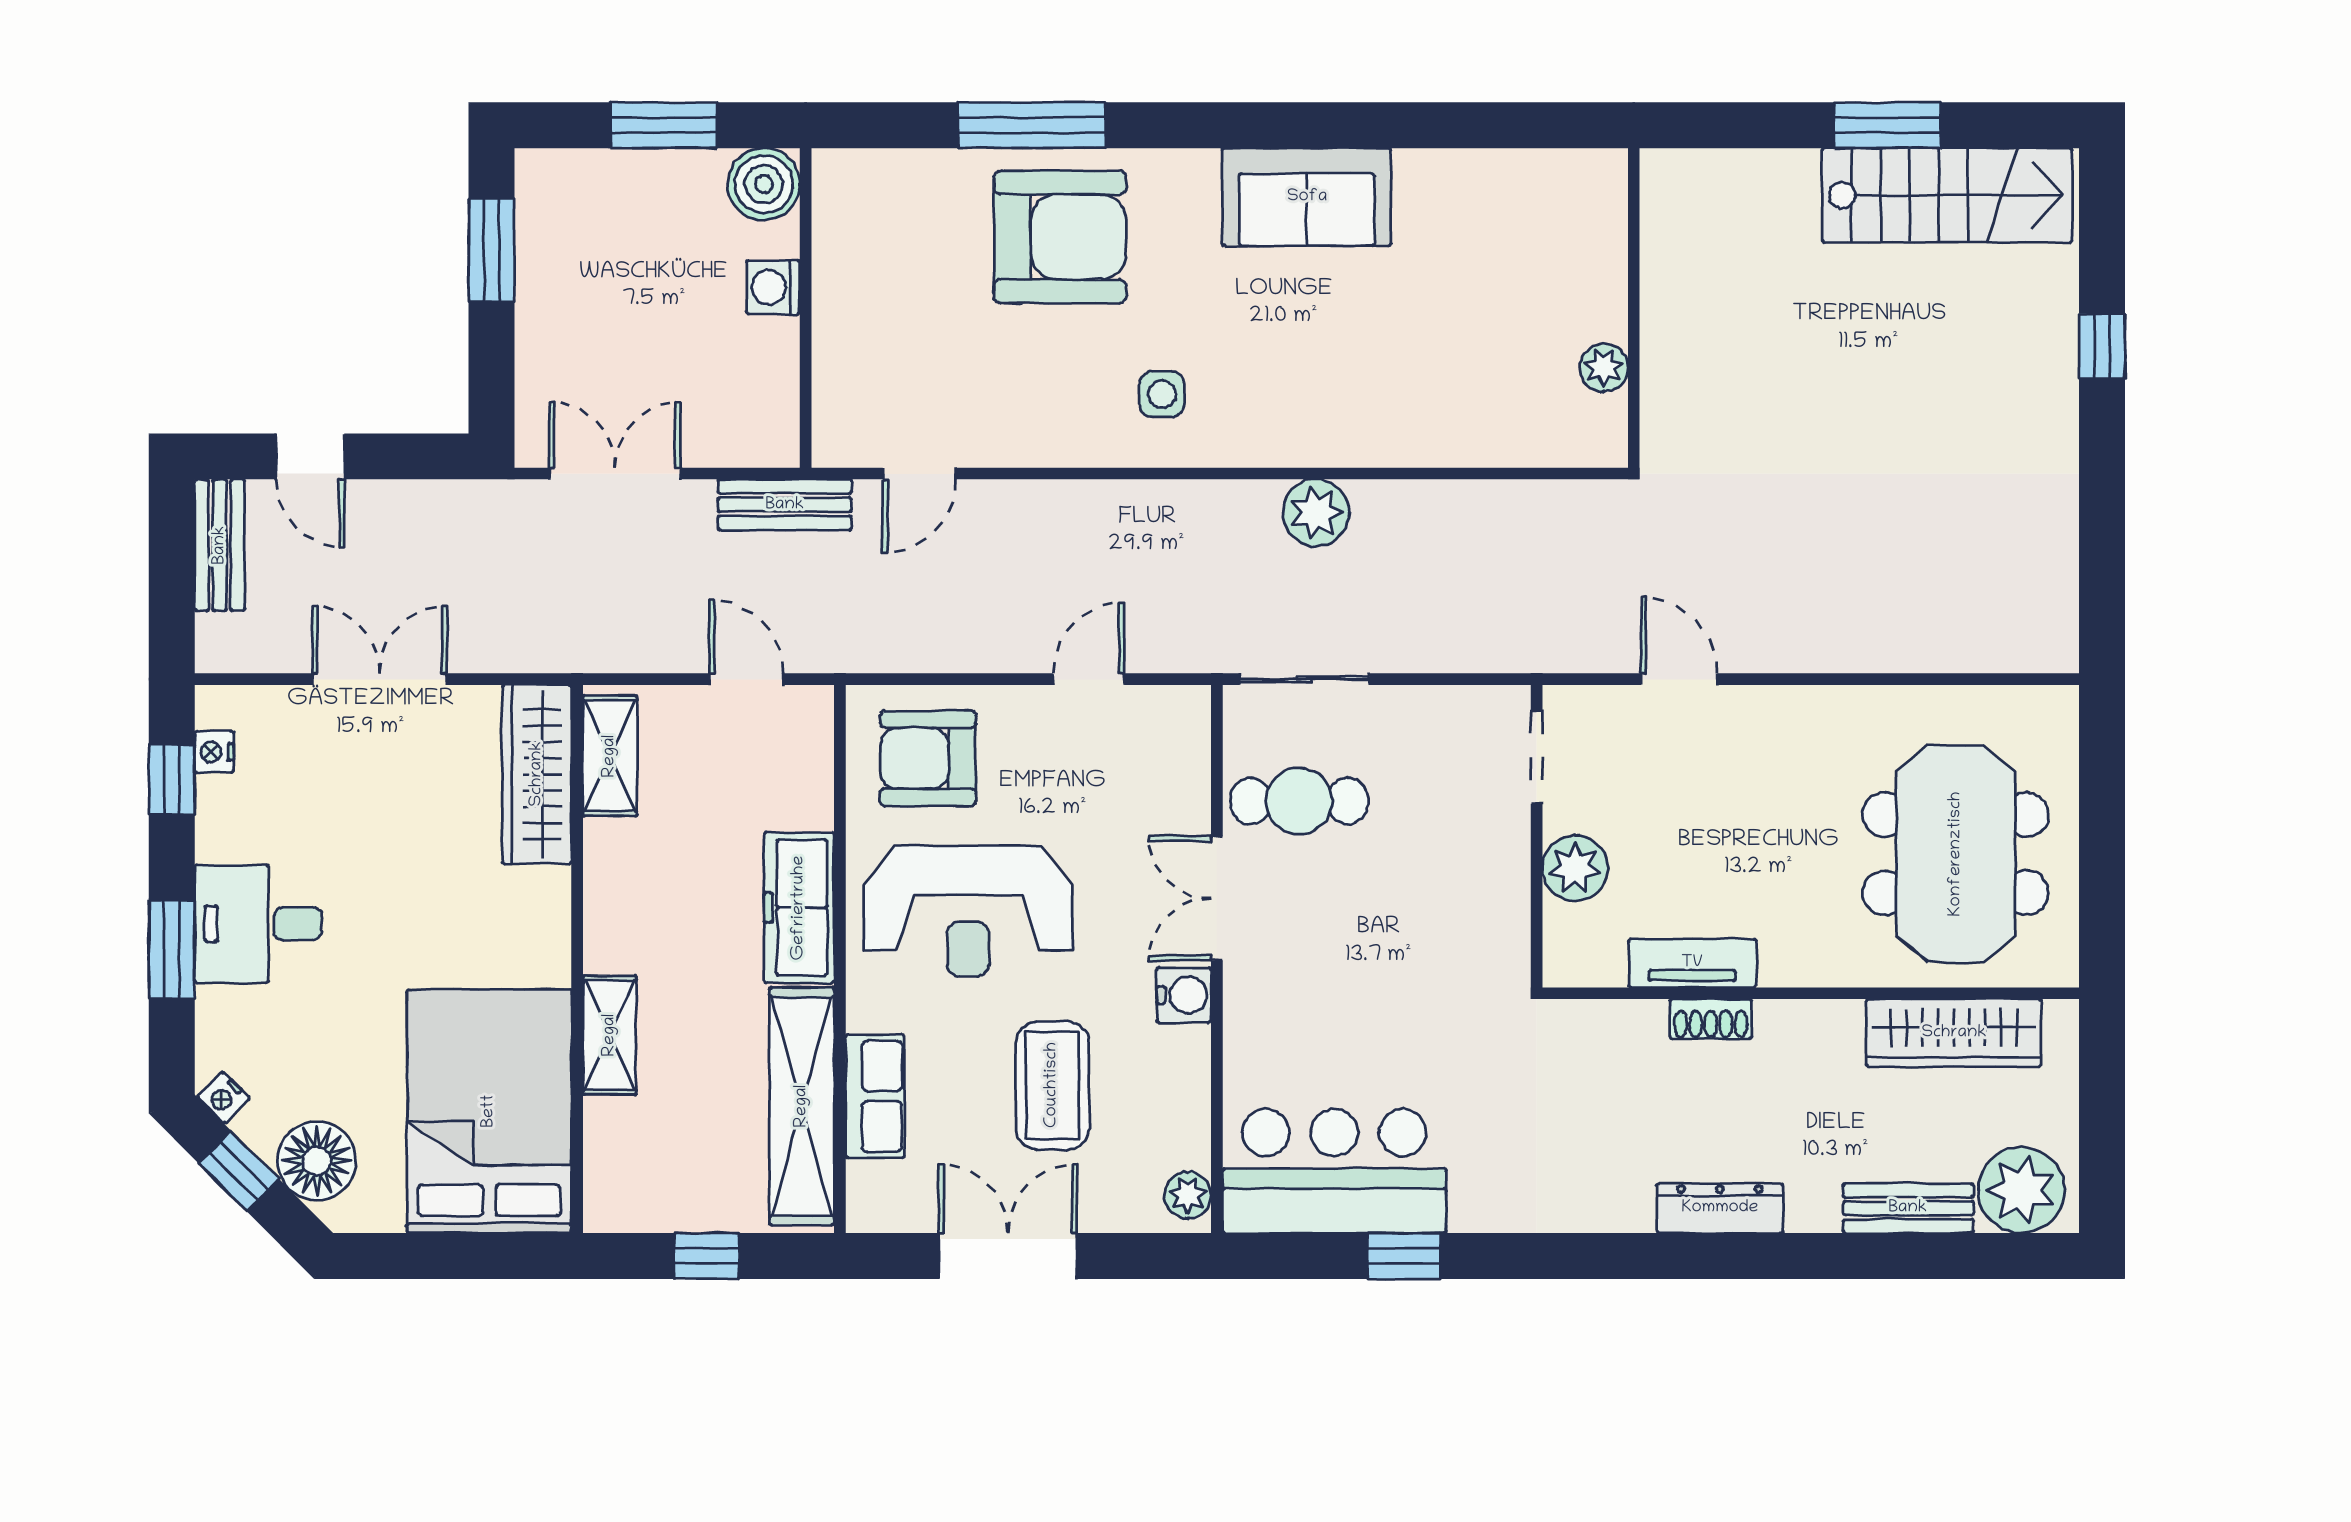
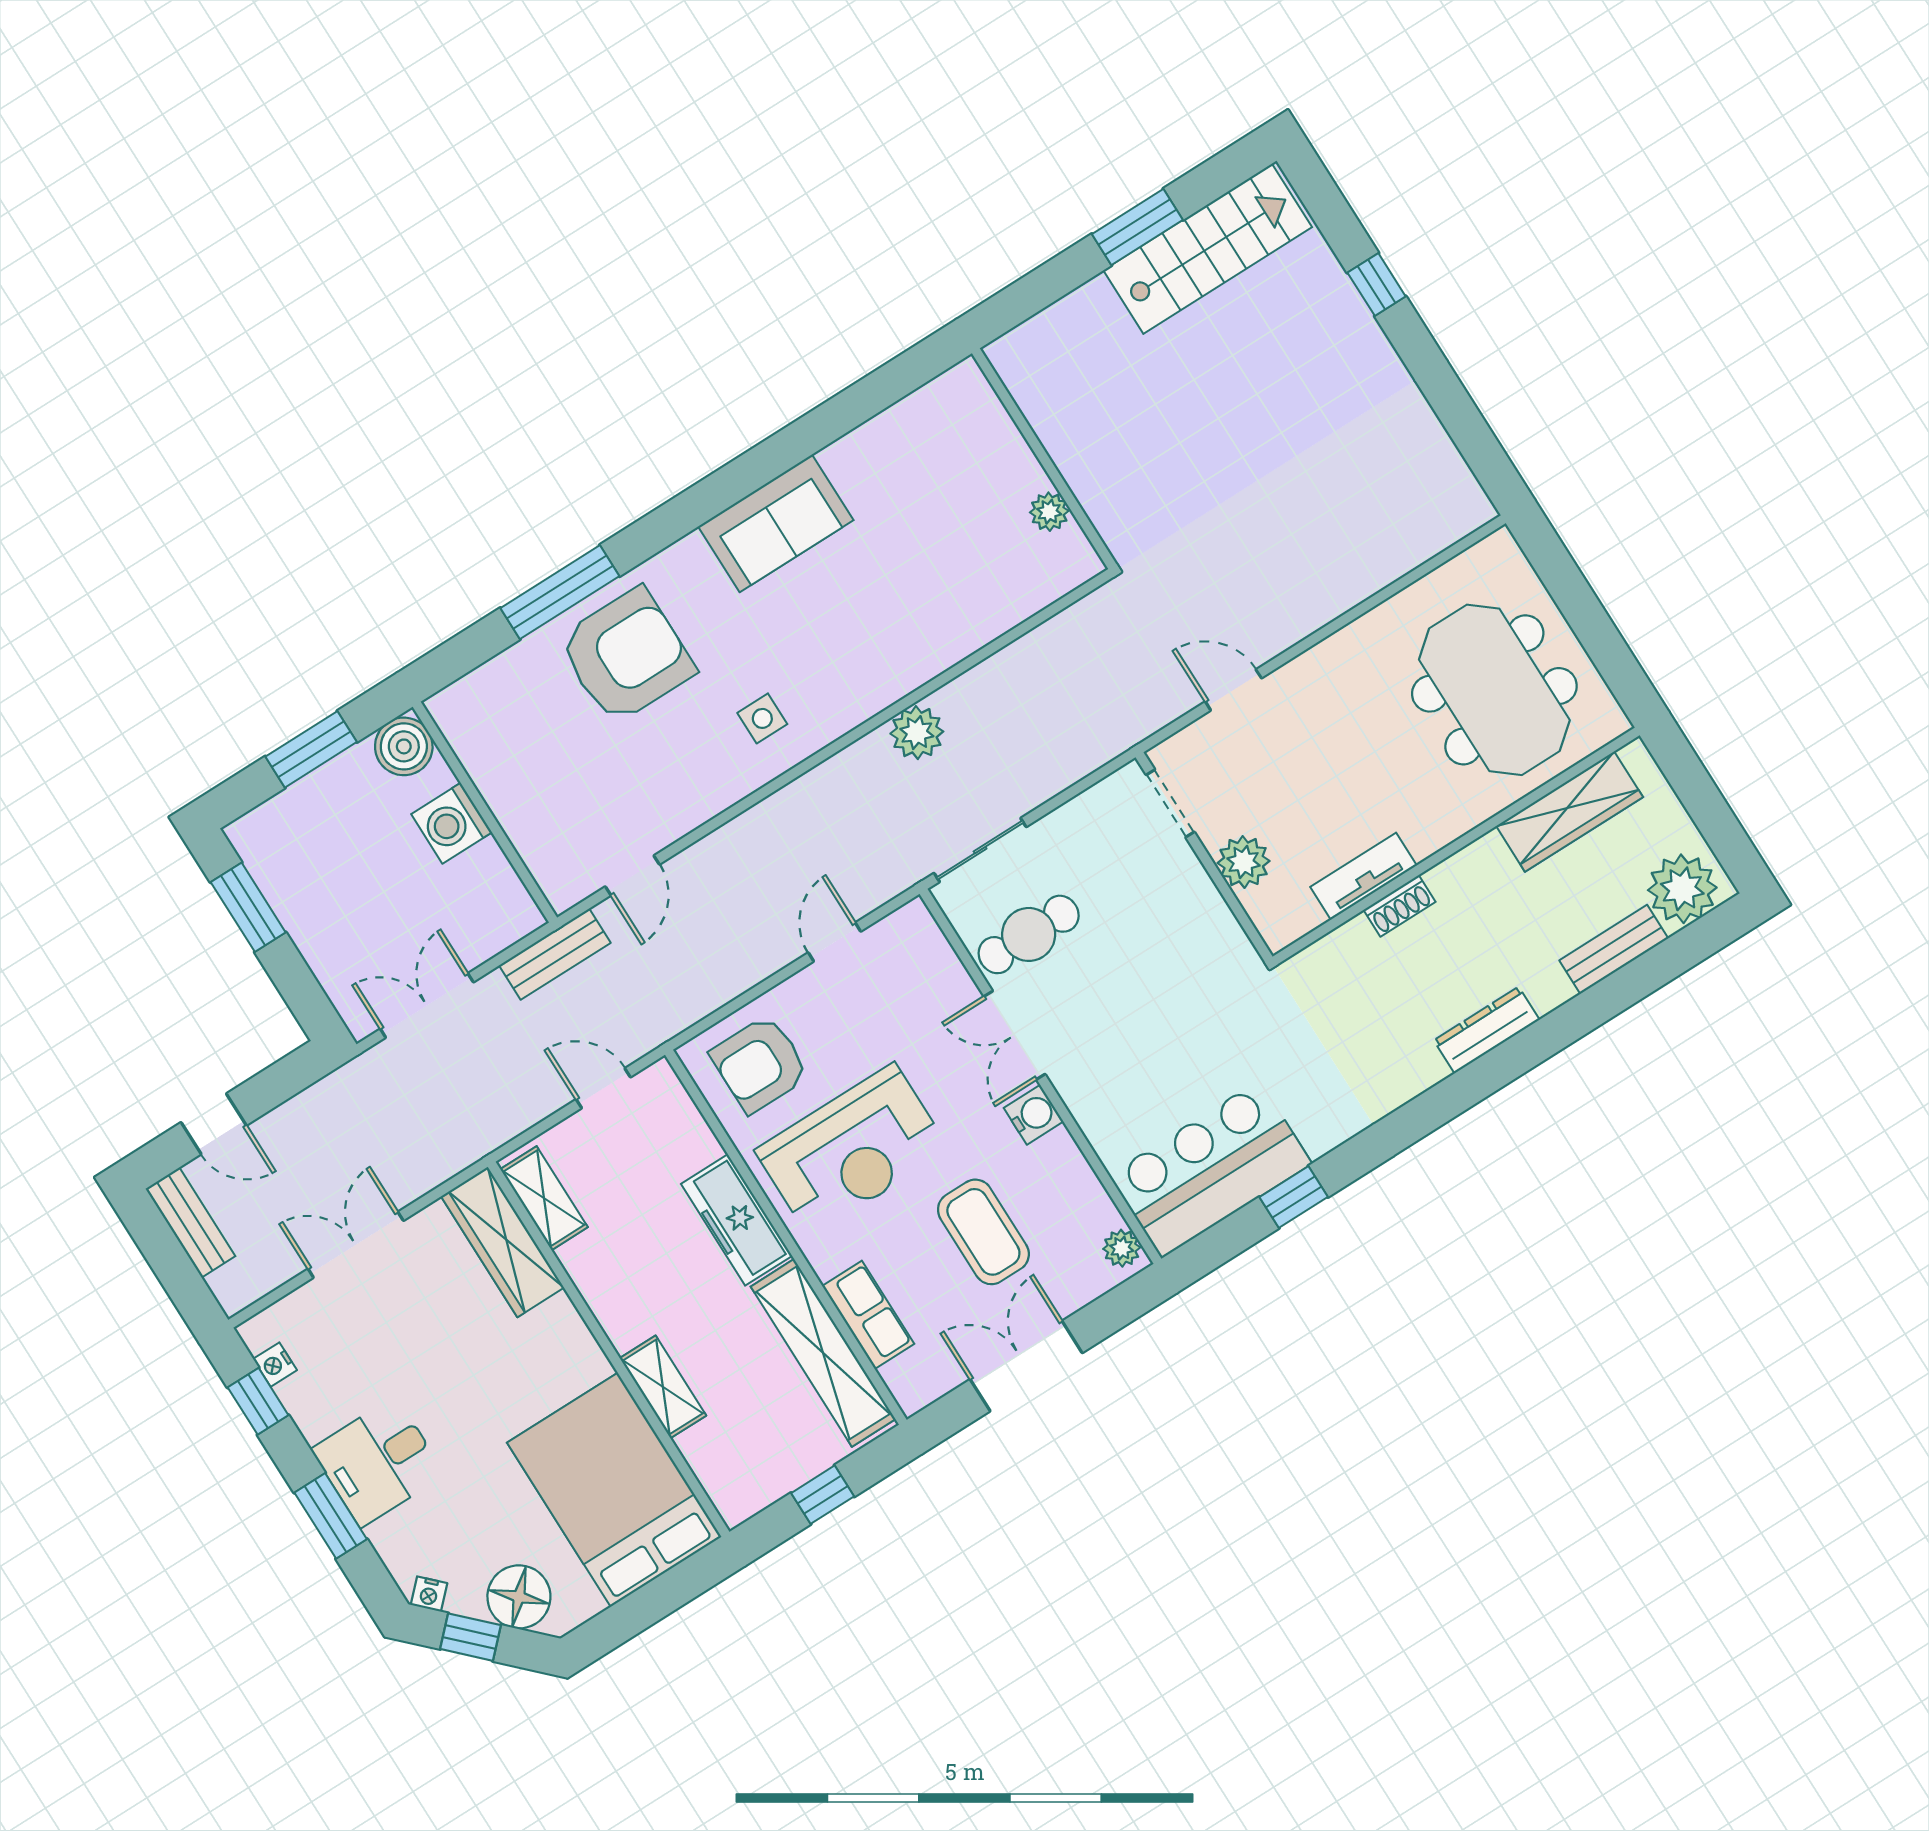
washing machine: (773, 287) -> (452, 823), width x1.38, depth x1.38

